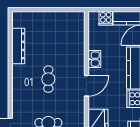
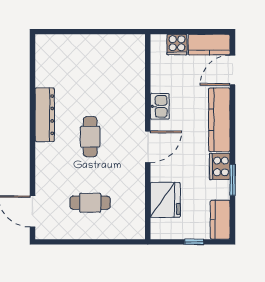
dresser: (18, 46) -> (45, 115), moved

